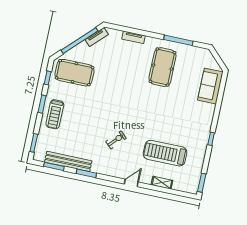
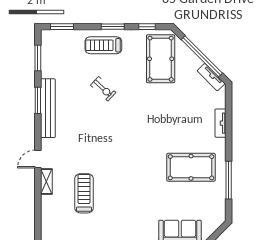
exercise bike: (116, 140) -> (103, 89), moved
treadmill: (165, 153) -> (84, 193), width x0.73, depth x0.73
bench: (68, 161) -> (48, 108), moved
door: (131, 183) -> (38, 159), swing flipped
shelving: (162, 183) -> (46, 182), moved

